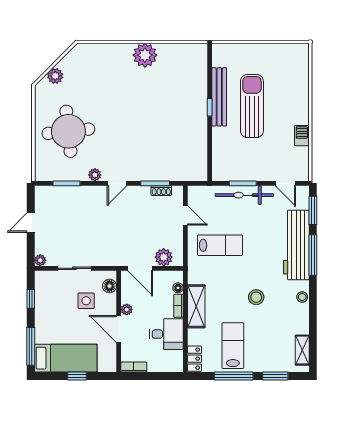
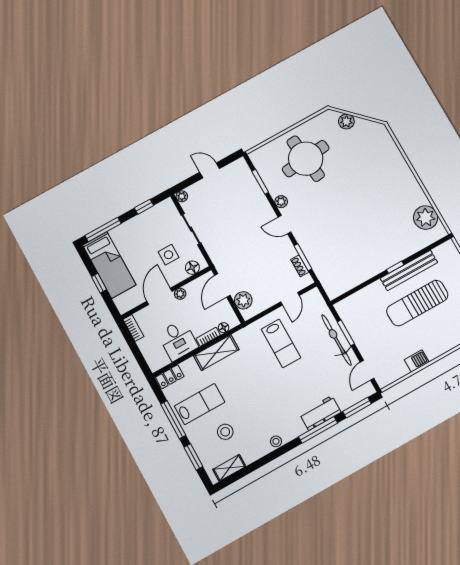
plant: (145, 55) -> (426, 218), moved
sun lounger: (252, 106) -> (417, 303), turned 180
workbench: (296, 245) -> (320, 413), width x0.53, depth x0.76
stool: (256, 297) -> (225, 432), moved

